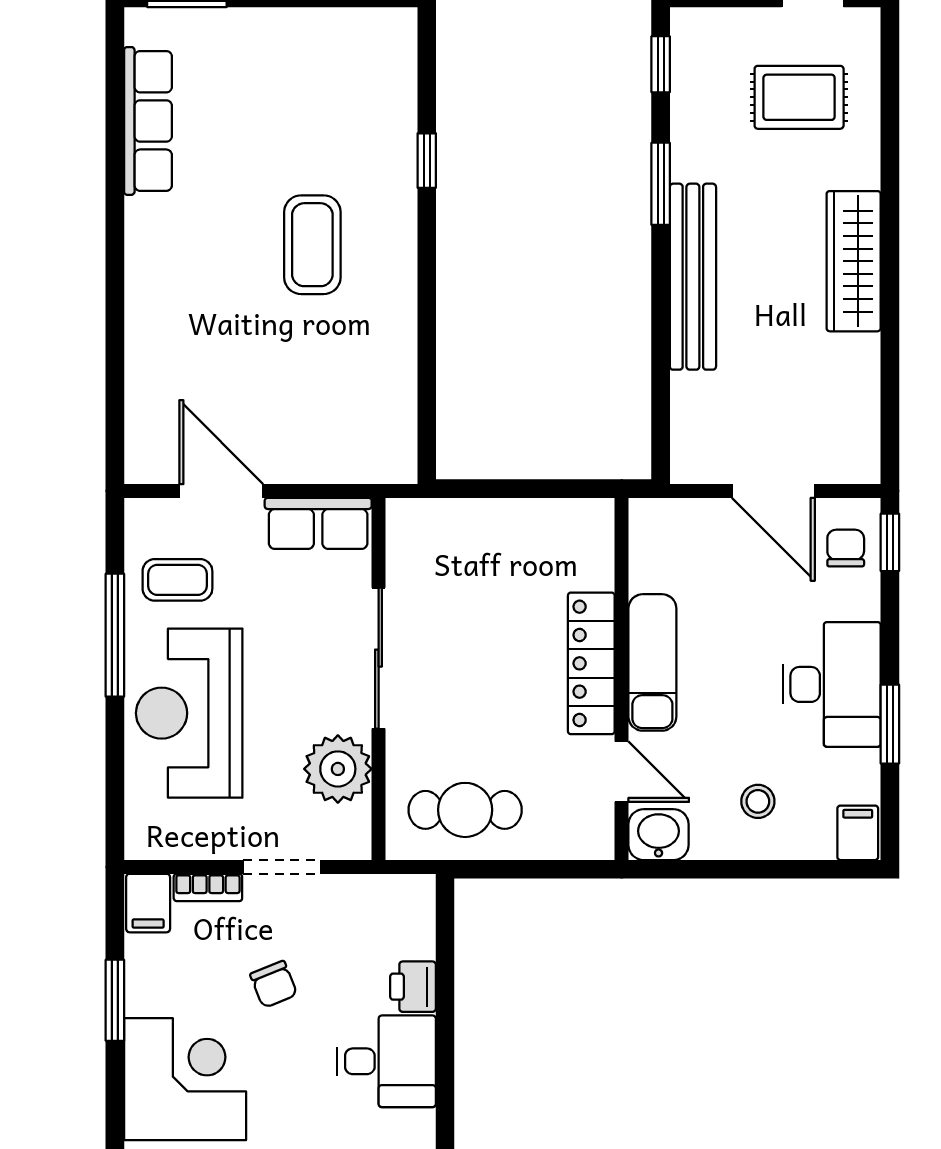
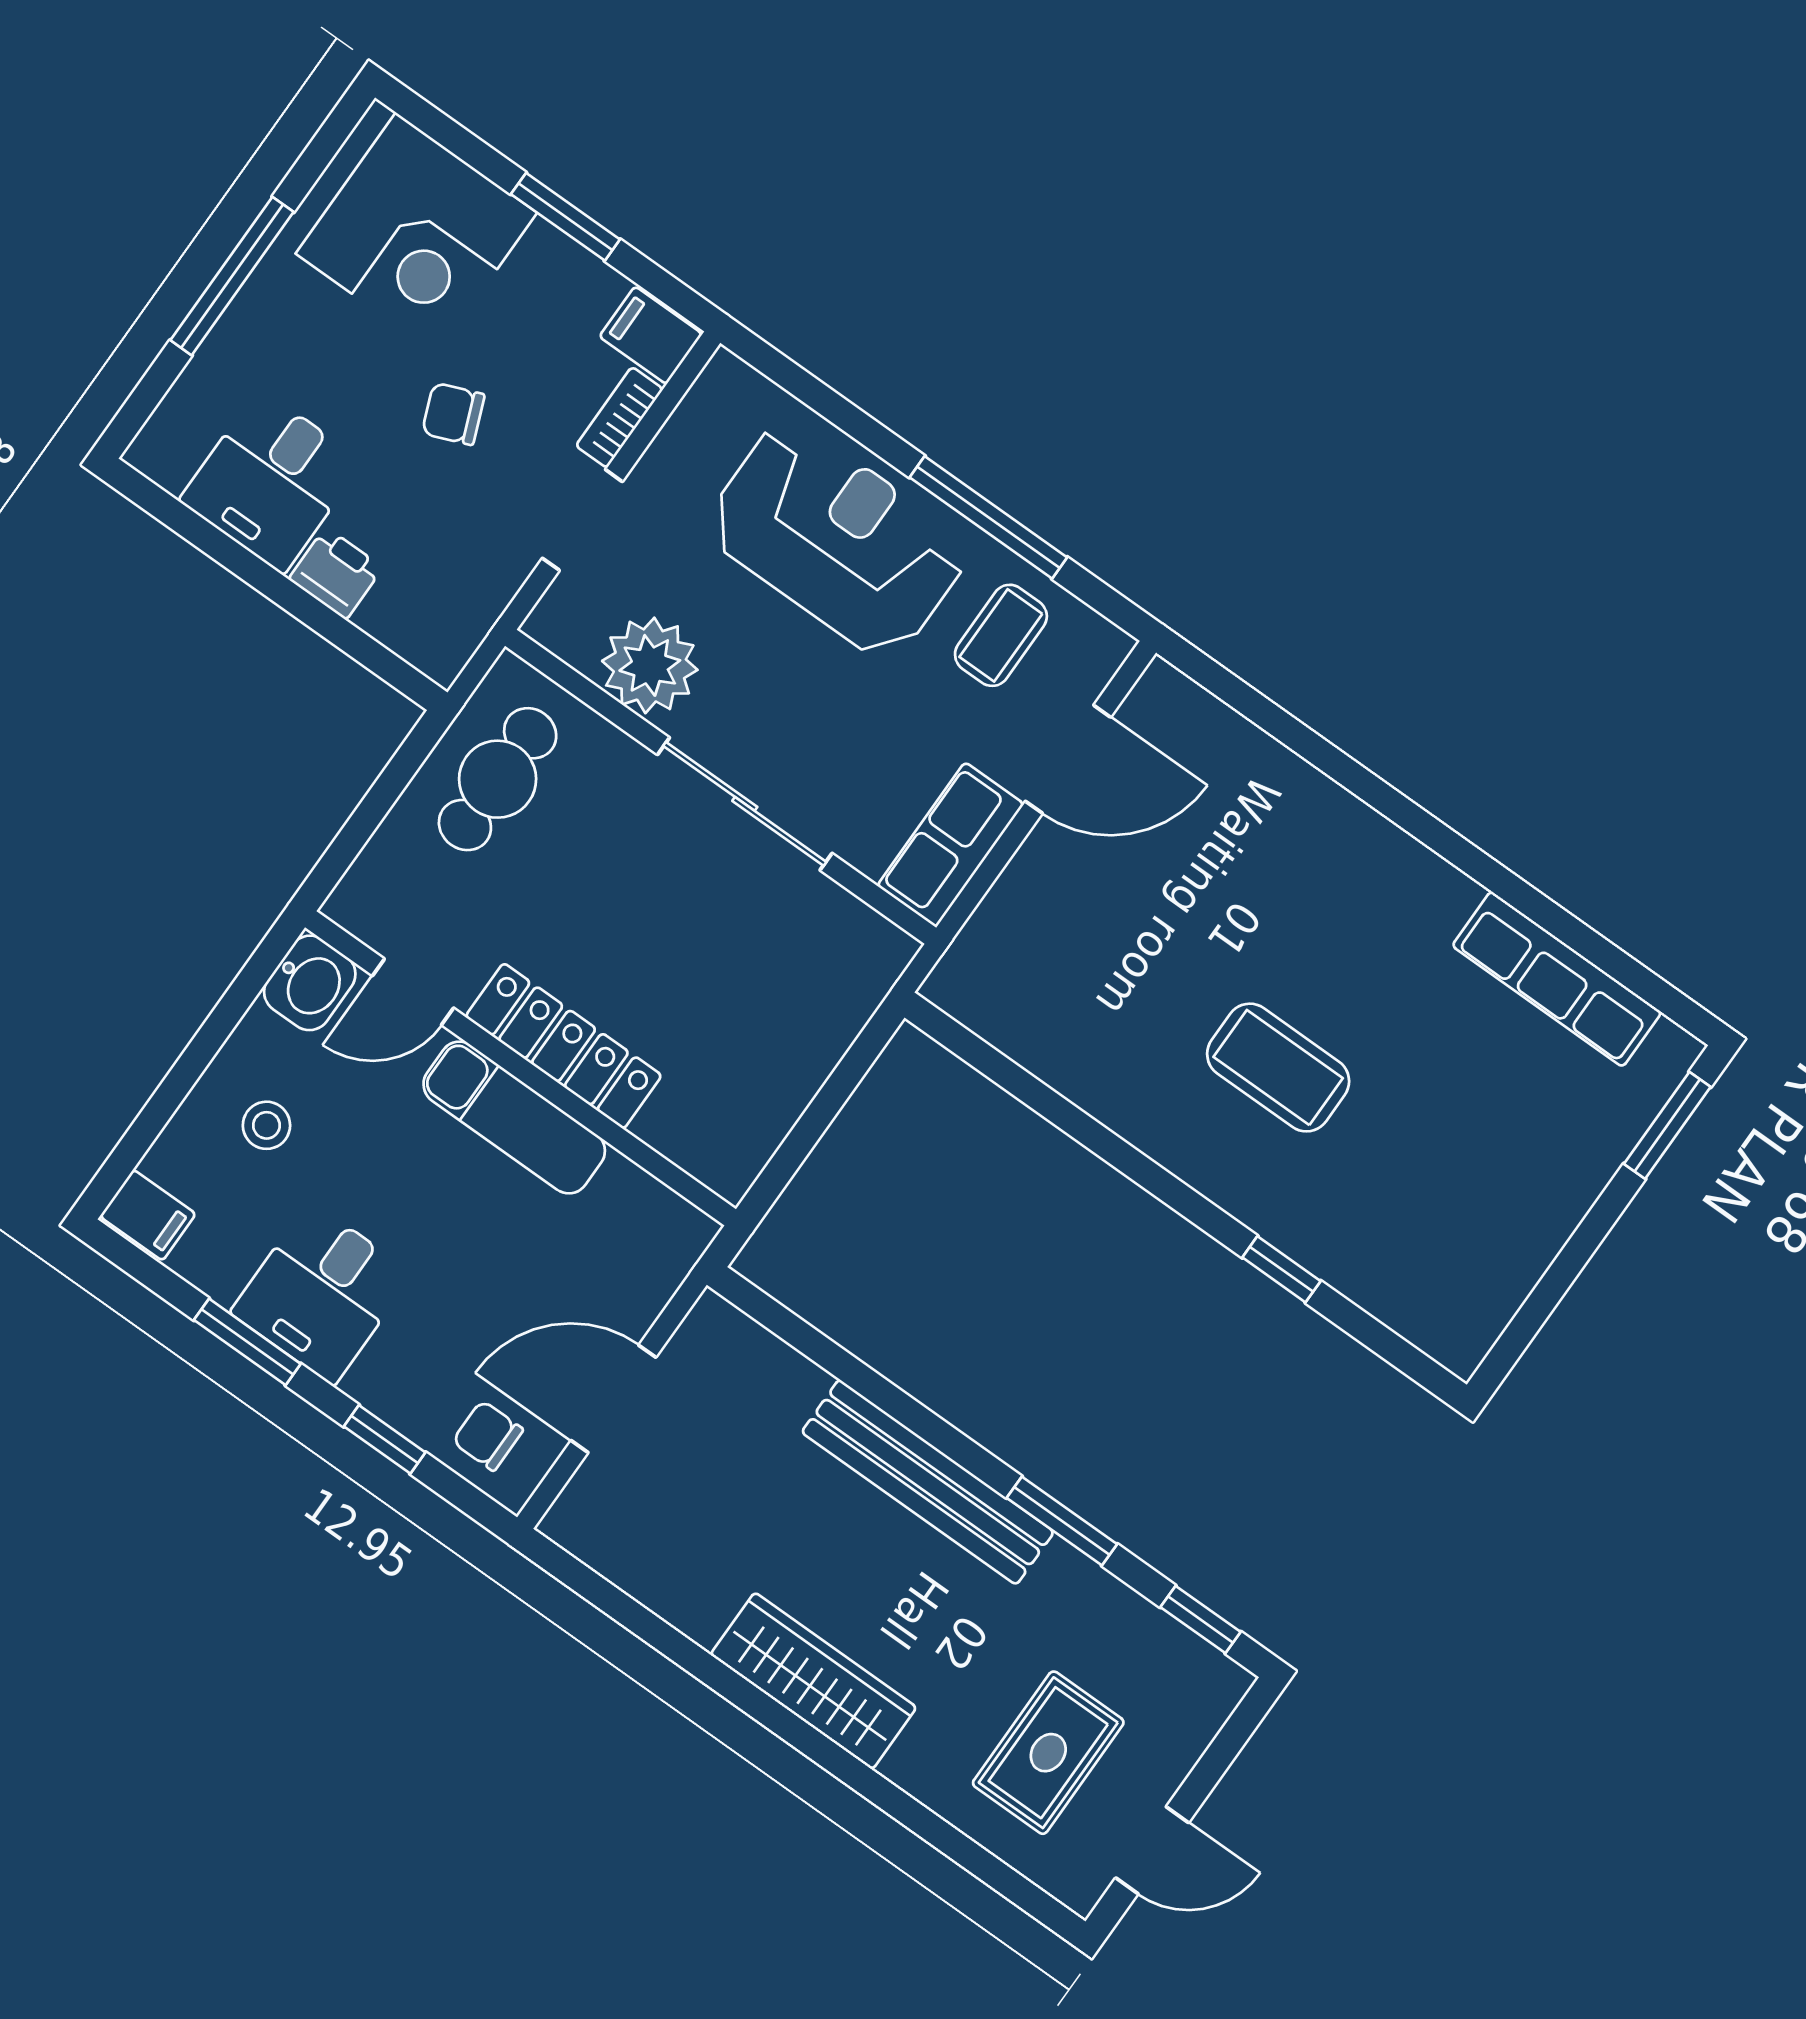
window: (890, 542) -> (385, 1439), moved
chair: (846, 548) -> (488, 1436), turned 180
desk: (832, 684) -> (322, 1293), width x0.73

